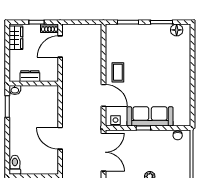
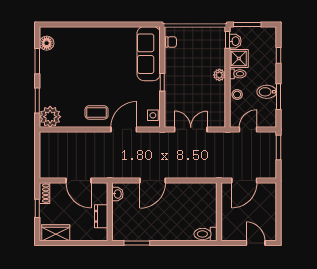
plant: (114, 33) -> (50, 117), added
door: (60, 47) -> (79, 181), moved
washbasin: (15, 90) -> (117, 194), moved
sofa: (150, 116) -> (149, 54), moved
door: (60, 138) -> (153, 181), moved
double door: (103, 152) -> (191, 129), width x0.73

